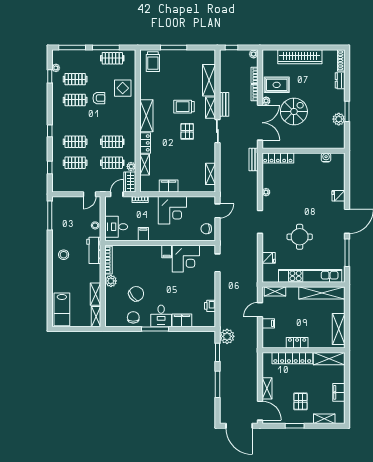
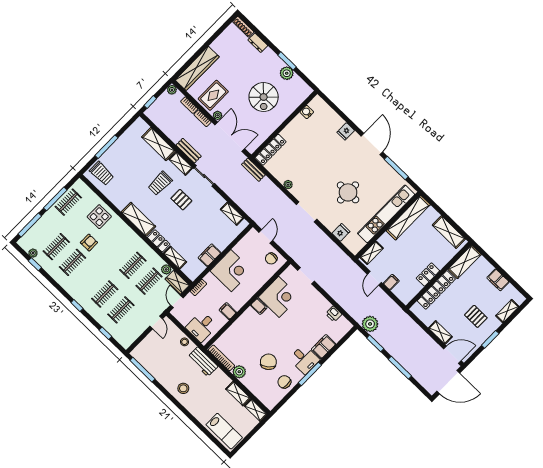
wardrobe: (300, 57) -> (197, 68), moved
spiral stairs: (294, 111) -> (264, 97), moved, turned 180

